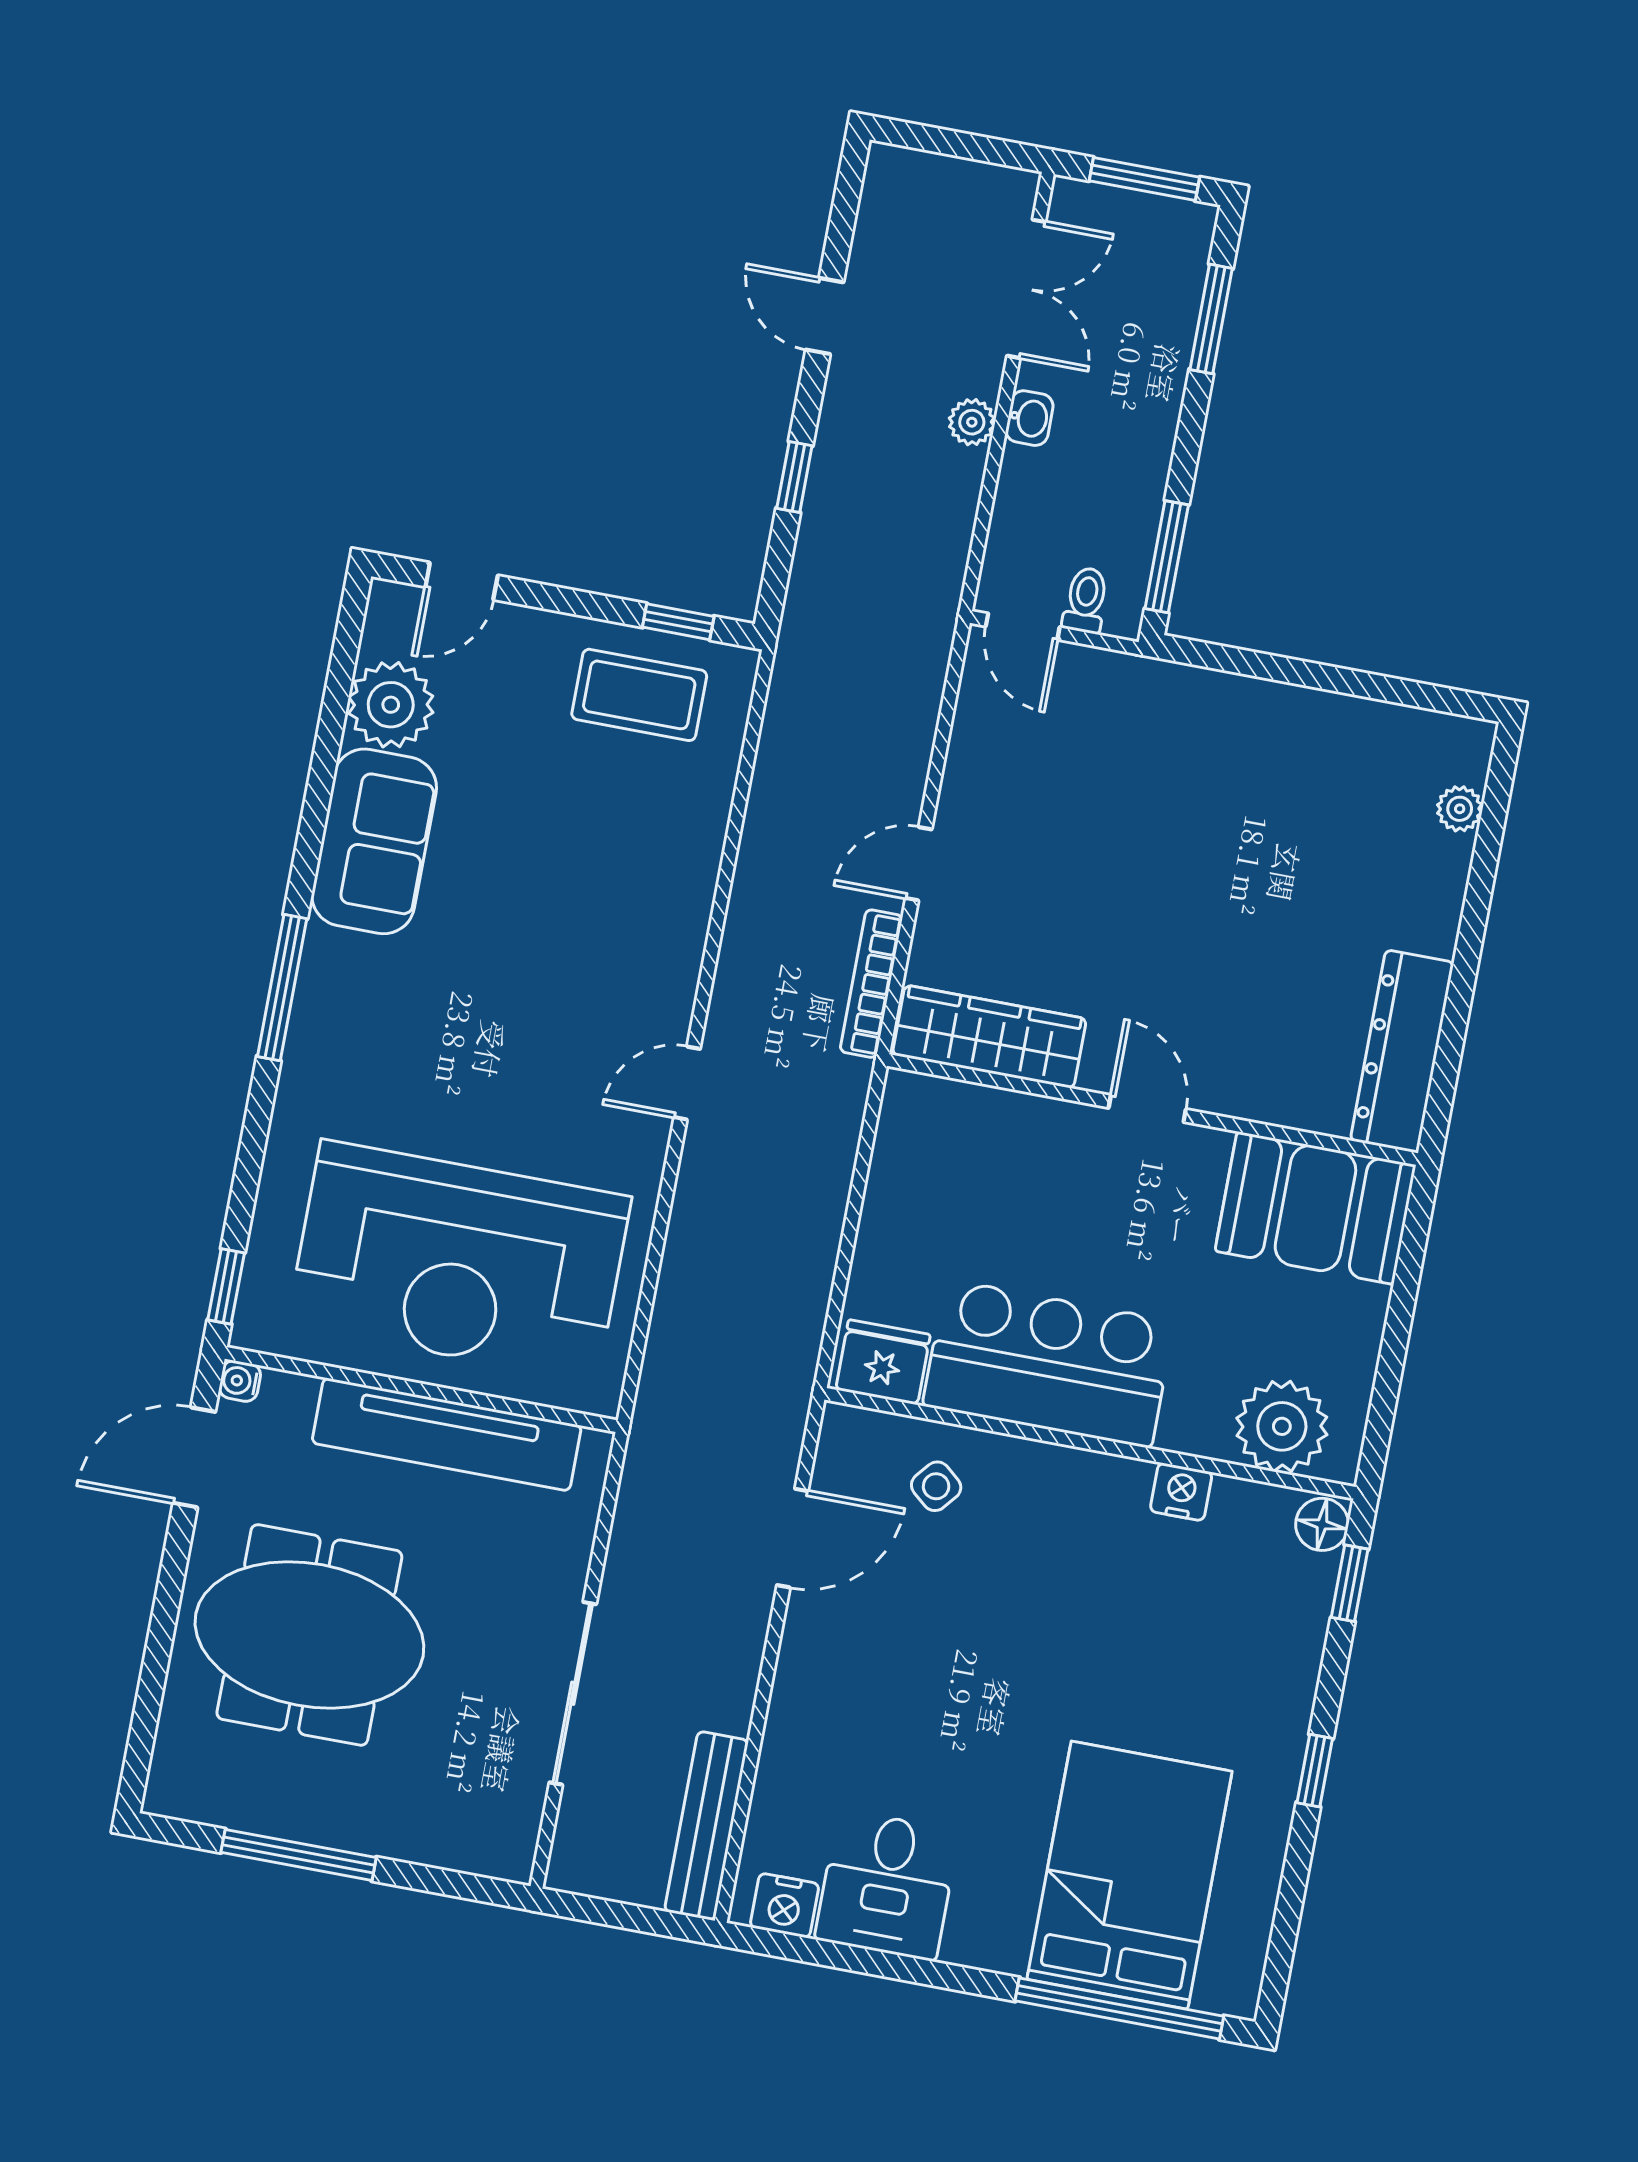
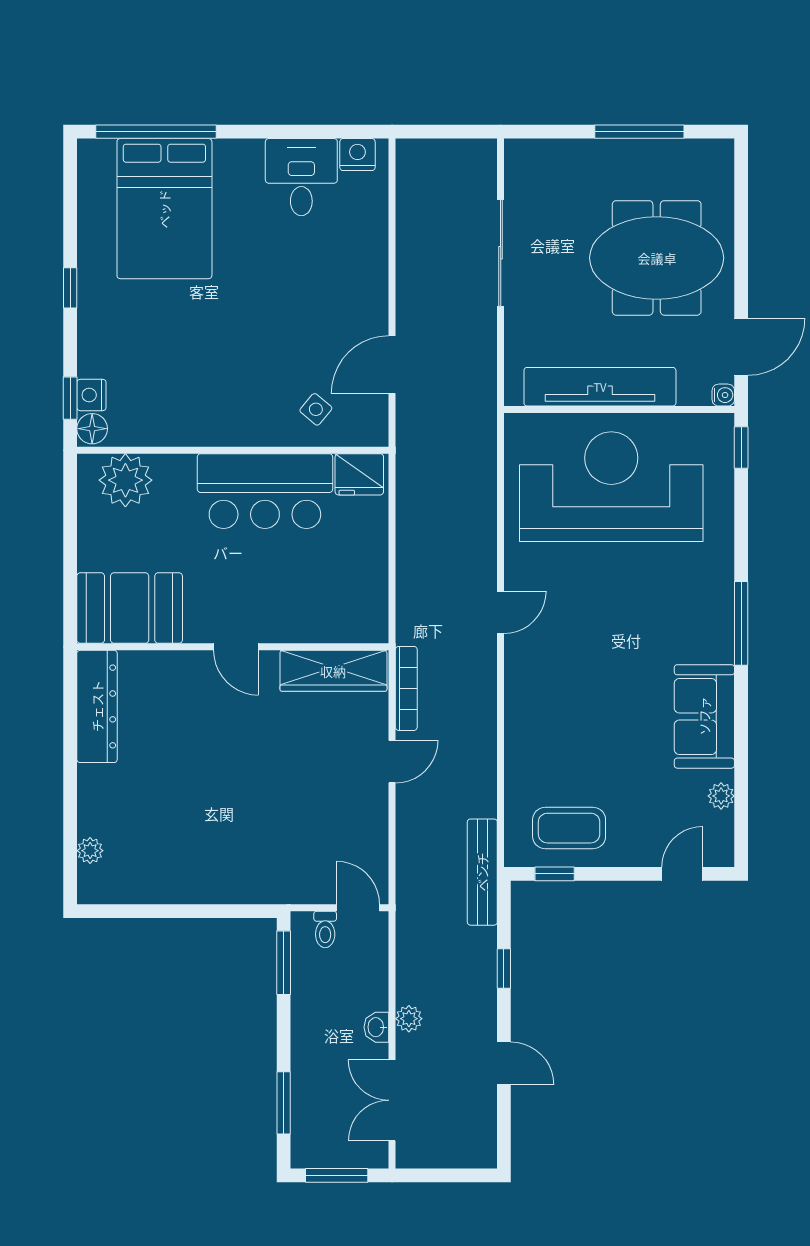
plant: (391, 705) -> (721, 796), width x0.53, depth x0.53
nightstand: (1181, 1492) -> (91, 395), moved, turned 90
bench: (706, 1826) -> (482, 872), moved

